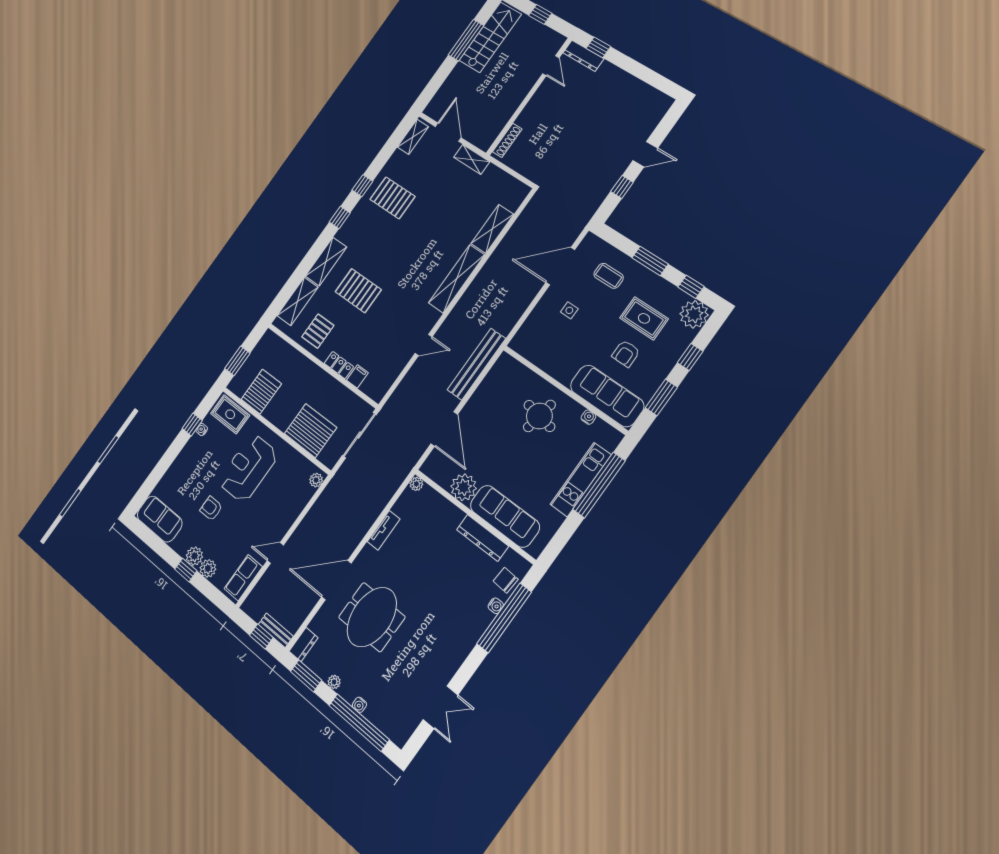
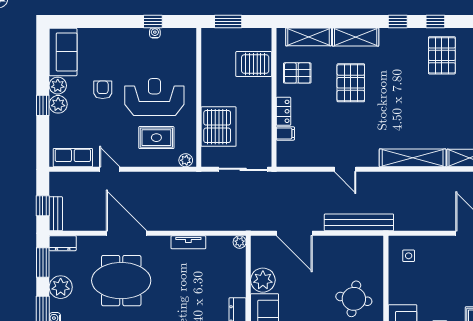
side table: (569, 310) -> (409, 256), moved
server rack: (261, 392) -> (254, 64), moved, turned 180
rug: (230, 414) -> (156, 138), moved, turned 90
door: (444, 429) -> (294, 233), hinge flipped
plant: (208, 568) -> (58, 86), moved
plant: (334, 682) -> (61, 287), width x1.87, depth x1.87

